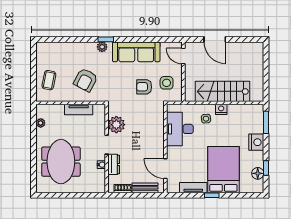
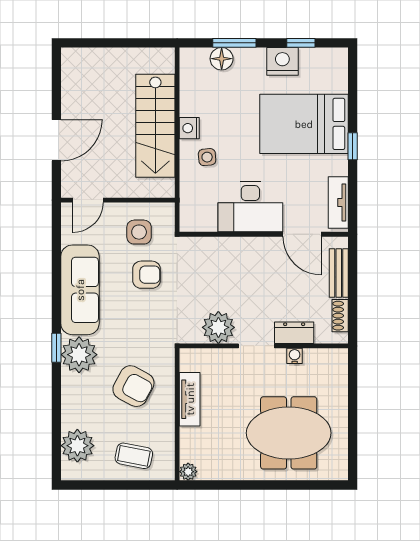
plant: (102, 47) -> (79, 355), width x1.88, depth x1.88
plant: (54, 50) -> (77, 446), added
armchair: (144, 87) -> (147, 275), turned -90
window: (266, 122) -> (234, 43), moved
plant: (41, 123) -> (188, 472), moved
desk: (180, 129) -> (250, 207), moved
nightstand: (256, 142) -> (282, 61), moved
door: (165, 169) -> (302, 234), hinge flipped
floor lamp: (258, 173) -> (222, 59), moved
tv unit: (193, 188) -> (338, 202), moved

